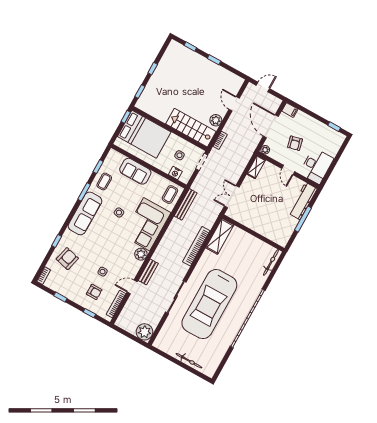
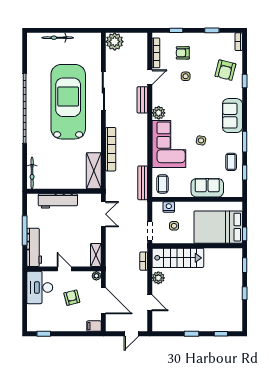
sofa: (85, 213) -> (232, 116), width x0.73
workbench: (263, 228) -> (58, 201), added

